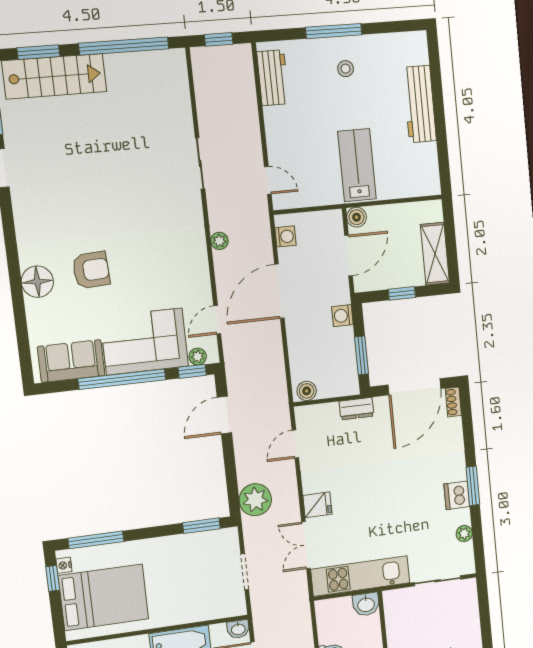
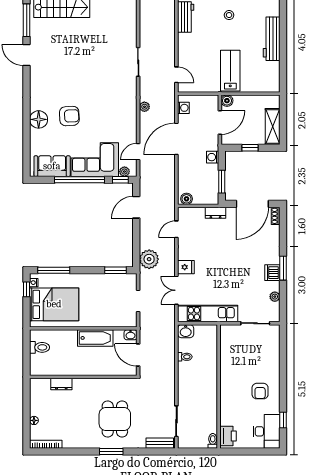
washbasin: (366, 604) -> (186, 331), moved

